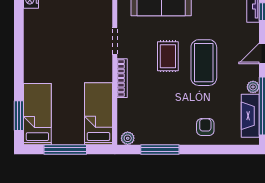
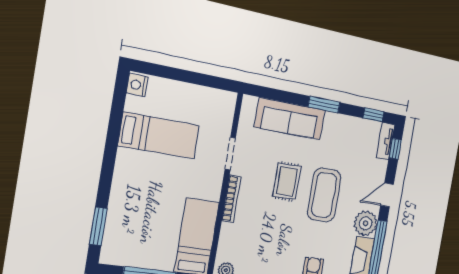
plant: (253, 87) -> (366, 223), width x1.88, depth x1.88
bed: (37, 114) -> (159, 135), moved, turned 90

